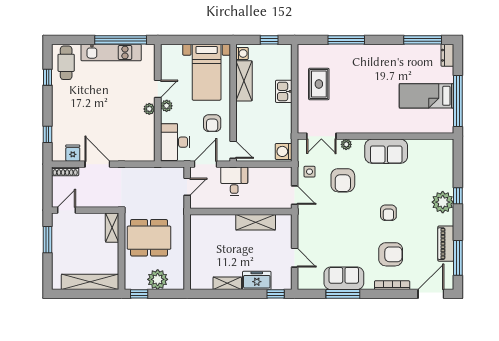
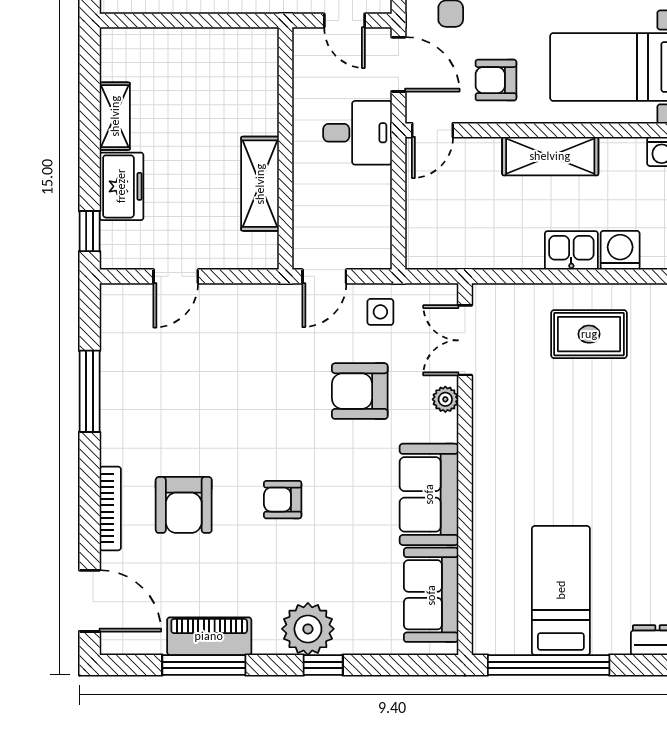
shelving: (244, 81) -> (550, 156), moved
washing machine: (284, 151) -> (620, 250), moved
window: (458, 258) -> (204, 665), moved
sofa: (344, 278) -> (431, 595), moved, turned 180

